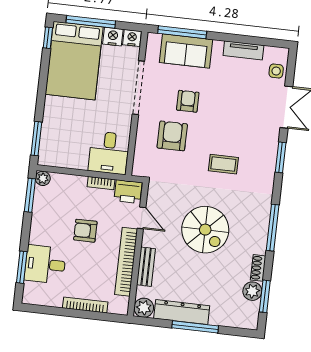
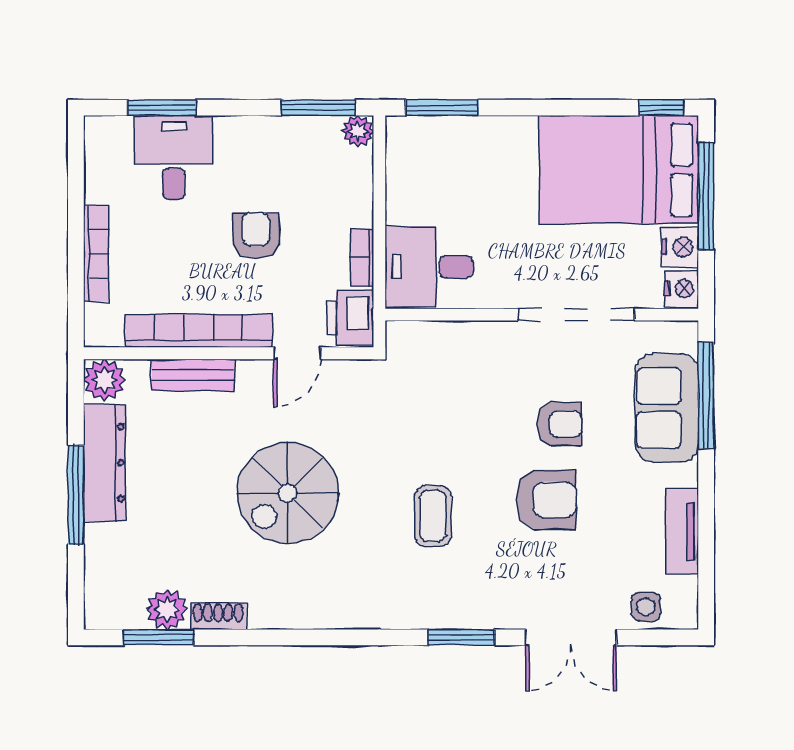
armchair: (172, 136) -> (546, 500), moved
window: (273, 228) -> (308, 637), removed

